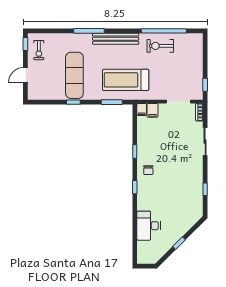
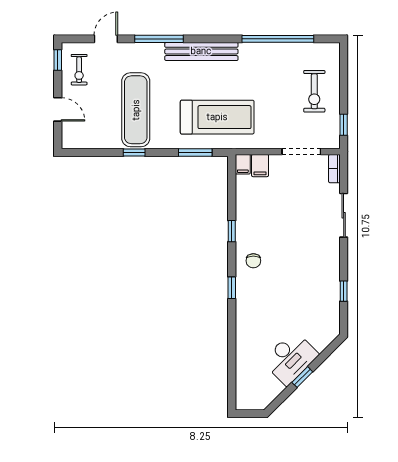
door: (56, 31) -> (106, 39), added
exercise bike: (160, 46) -> (314, 91), moved, turned -90
door: (25, 75) -> (58, 109), swing flipped
treadmill: (126, 80) -> (217, 117), turned 180
desk: (149, 226) -> (290, 358), moved, turned -135

